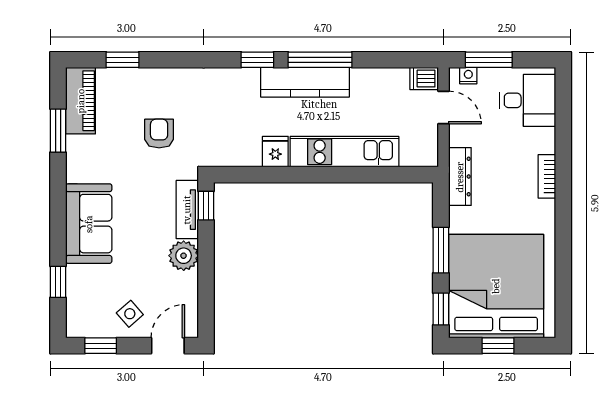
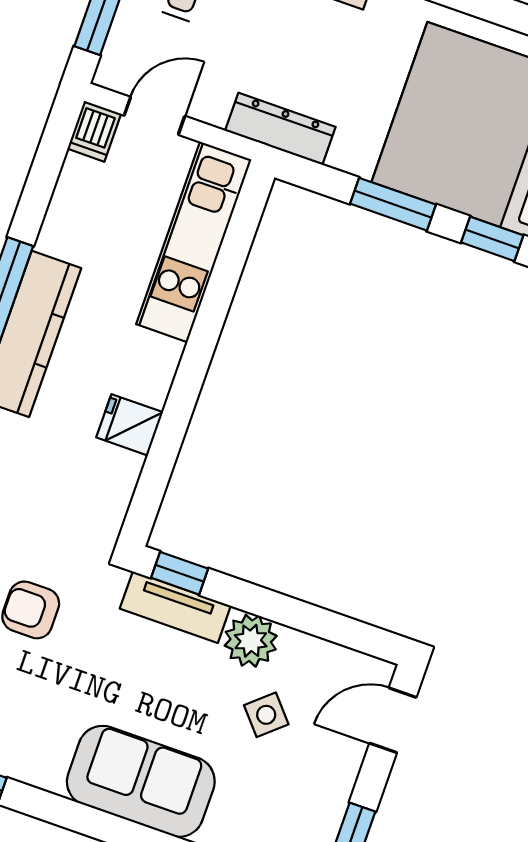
nightstand: (468, 76) -> (116, 55), removed
kitchen unit: (345, 152) -> (194, 242), moved
side table: (130, 314) -> (266, 715), moved
door: (168, 346) -> (393, 720), hinge flipped

